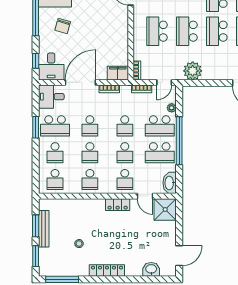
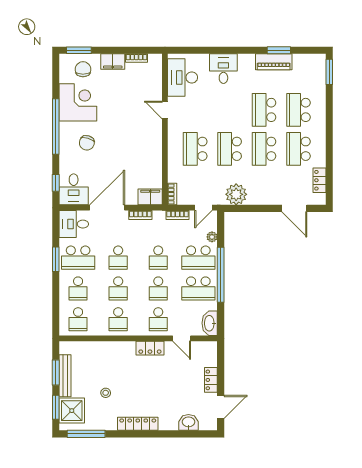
shower: (165, 210) -> (72, 411), moved
locker: (171, 232) -> (211, 380), added

